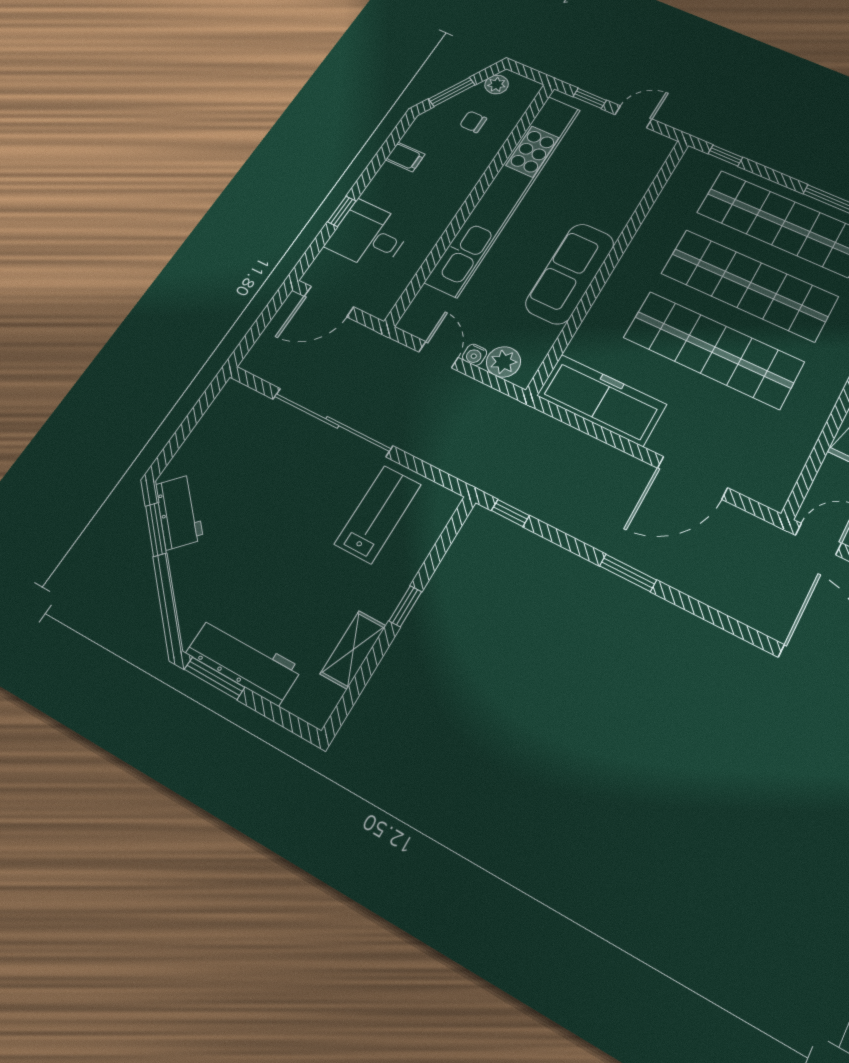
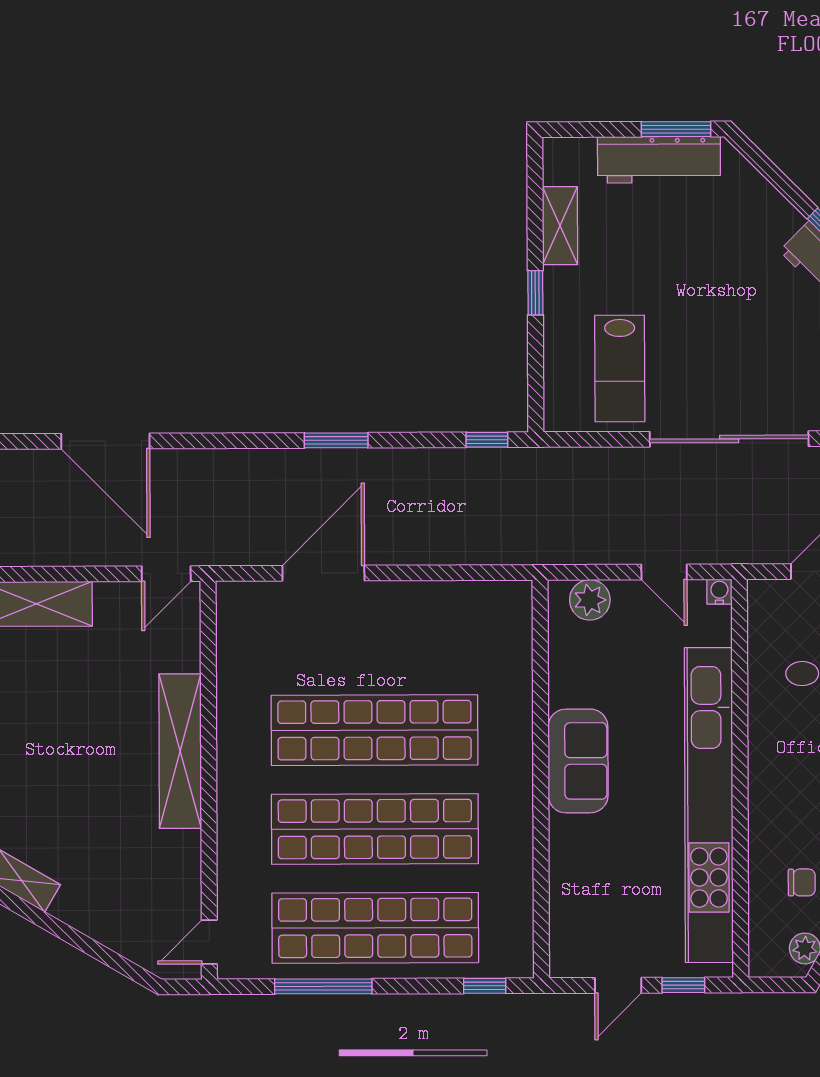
sofa: (570, 273) -> (578, 761), width x0.73
water cooler: (475, 355) -> (719, 592), moved
freezer: (602, 400) -> (462, 610), removed

